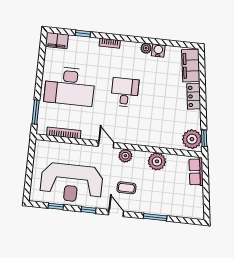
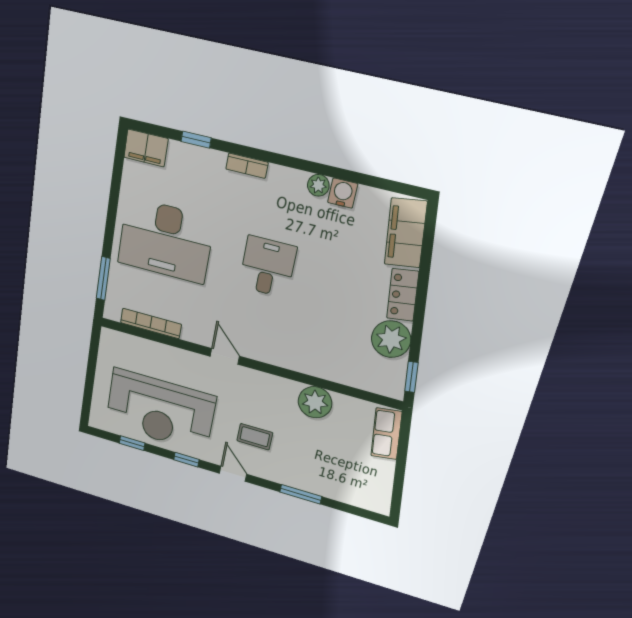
plant: (192, 139) -> (391, 339), moved
plant: (125, 156) -> (258, 382), removed

